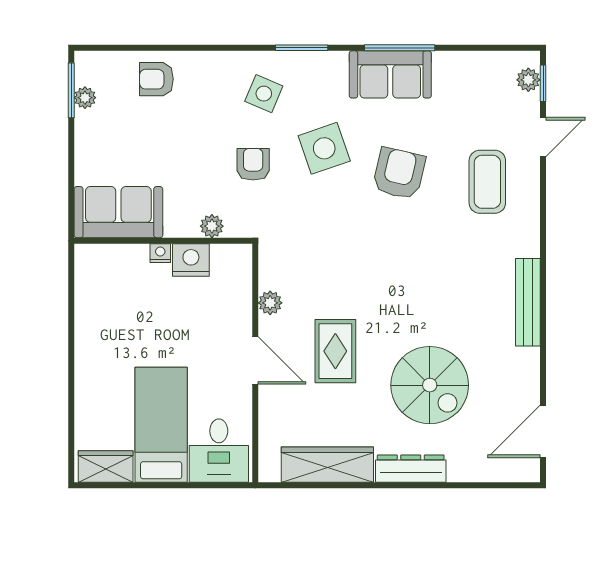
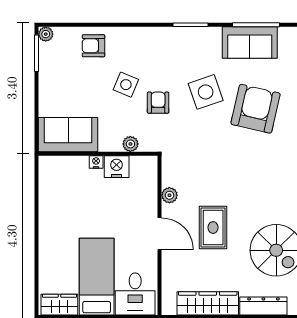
side table: (264, 94) -> (126, 85), moved
plant: (85, 98) -> (46, 34), moved
armchair: (399, 173) -> (256, 109), width x1.36, depth x1.36

